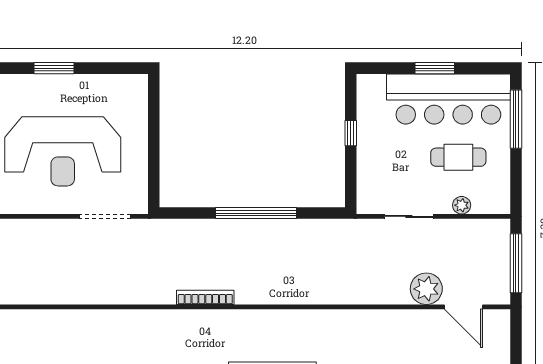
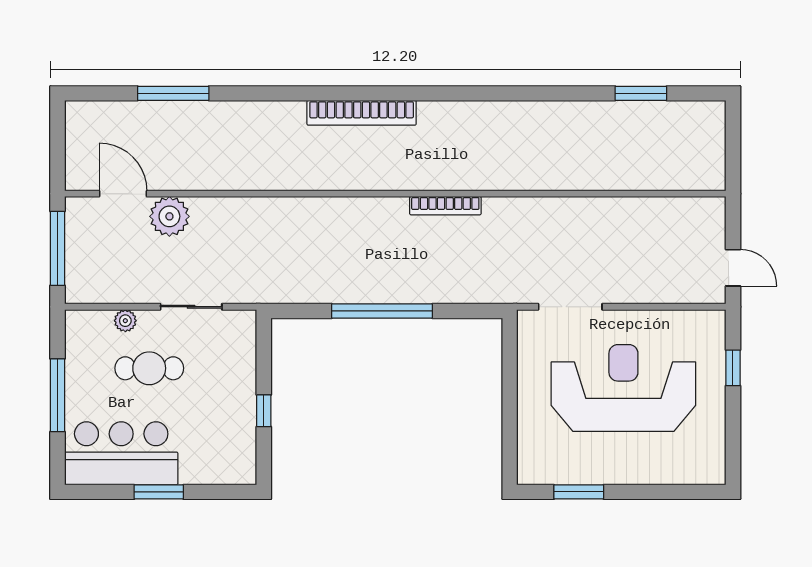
window: (54, 68) -> (579, 492), moved
bar counter: (448, 99) -> (121, 453), width x0.73
window: (516, 119) -> (57, 395), moved
cafe table: (458, 157) -> (149, 368), moved

